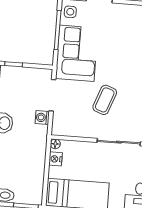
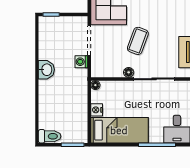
floor lamp: (92, 133) -> (129, 72), added
nightstand: (55, 159) -> (97, 110), moved

